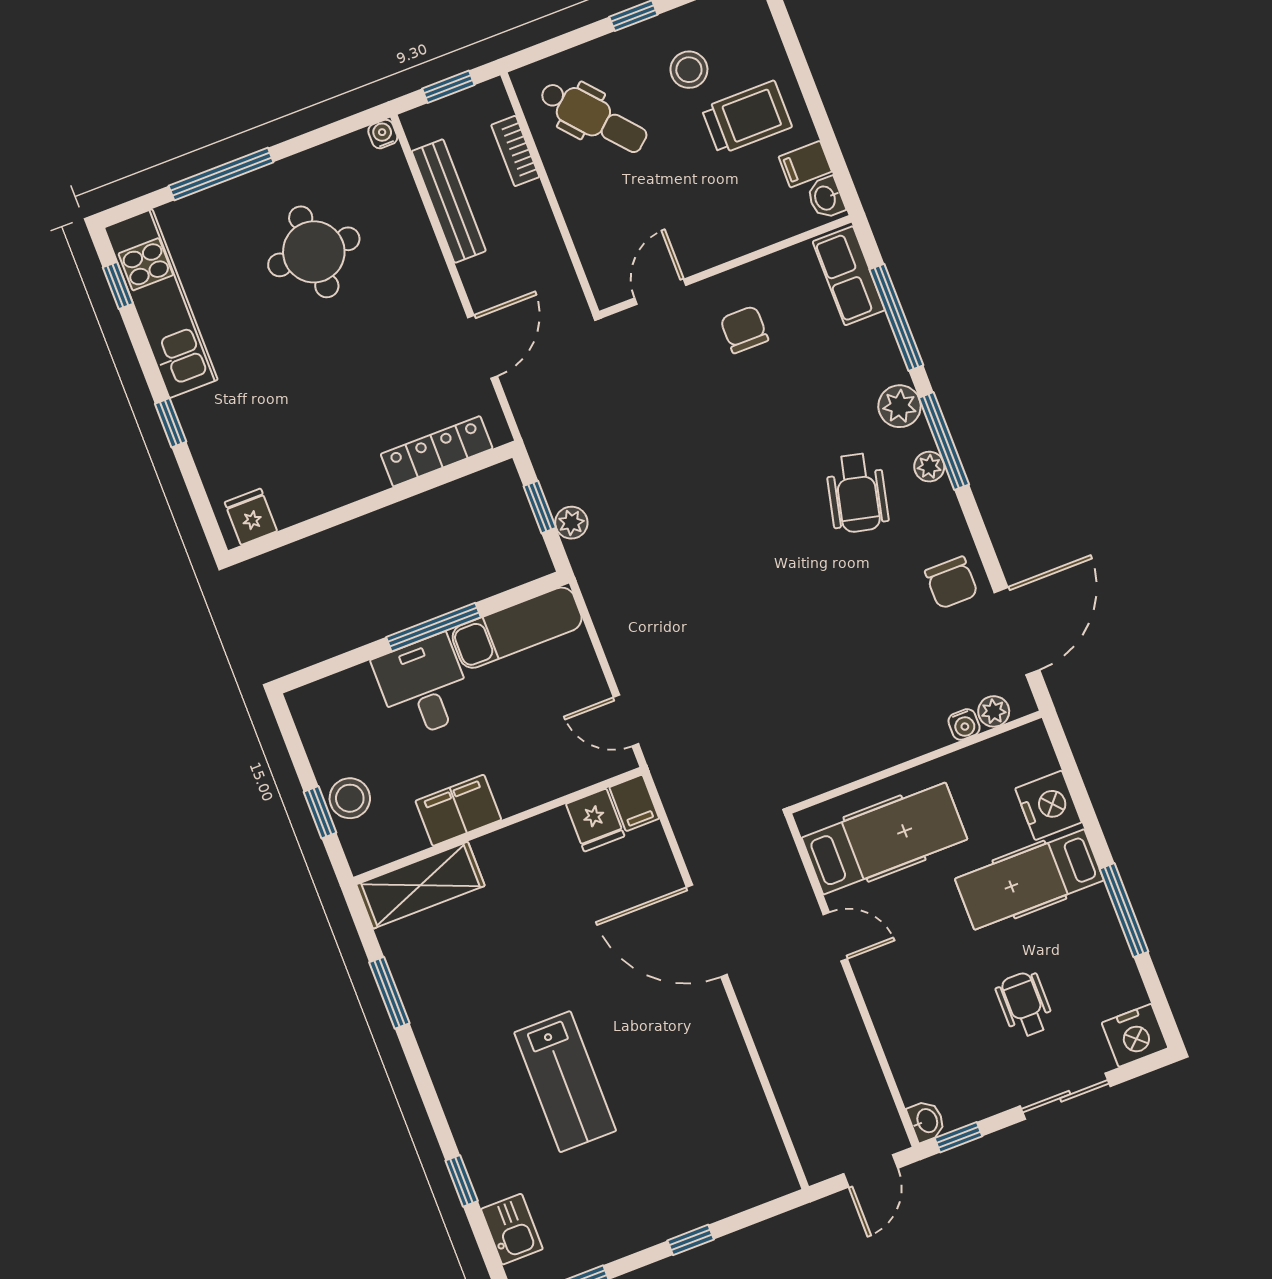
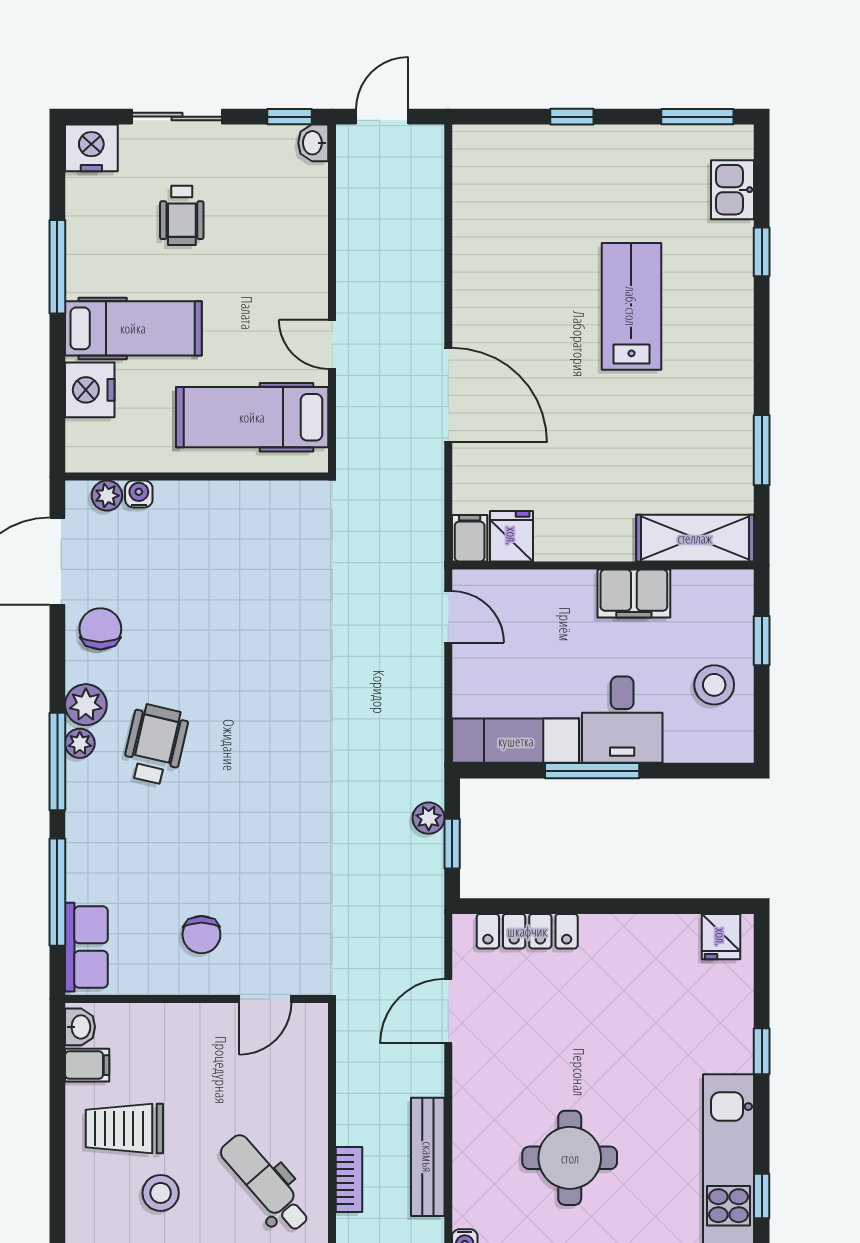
plant: (900, 406) -> (86, 705), moved
stool: (350, 798) -> (714, 685), moved

